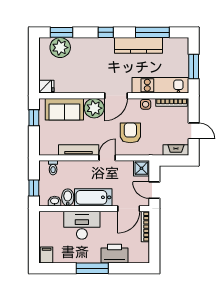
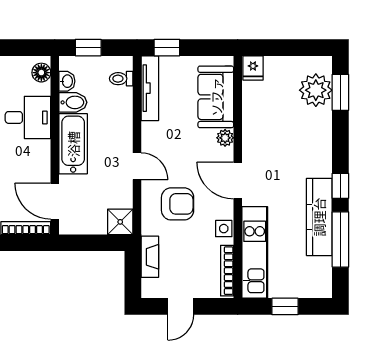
window: (106, 32) -> (340, 186), moved
window: (194, 67) -> (285, 306), width x0.67
plant: (94, 108) -> (225, 138), width x0.53, depth x0.53
window: (34, 118) -> (167, 48), moved
tv unit: (79, 150) -> (150, 88), moved
fireplace: (176, 150) -> (150, 257), moved
door: (154, 190) -> (85, 243), removed
floor lamp: (49, 217) -> (41, 73), added
desk: (82, 225) -> (28, 117), width x0.73

